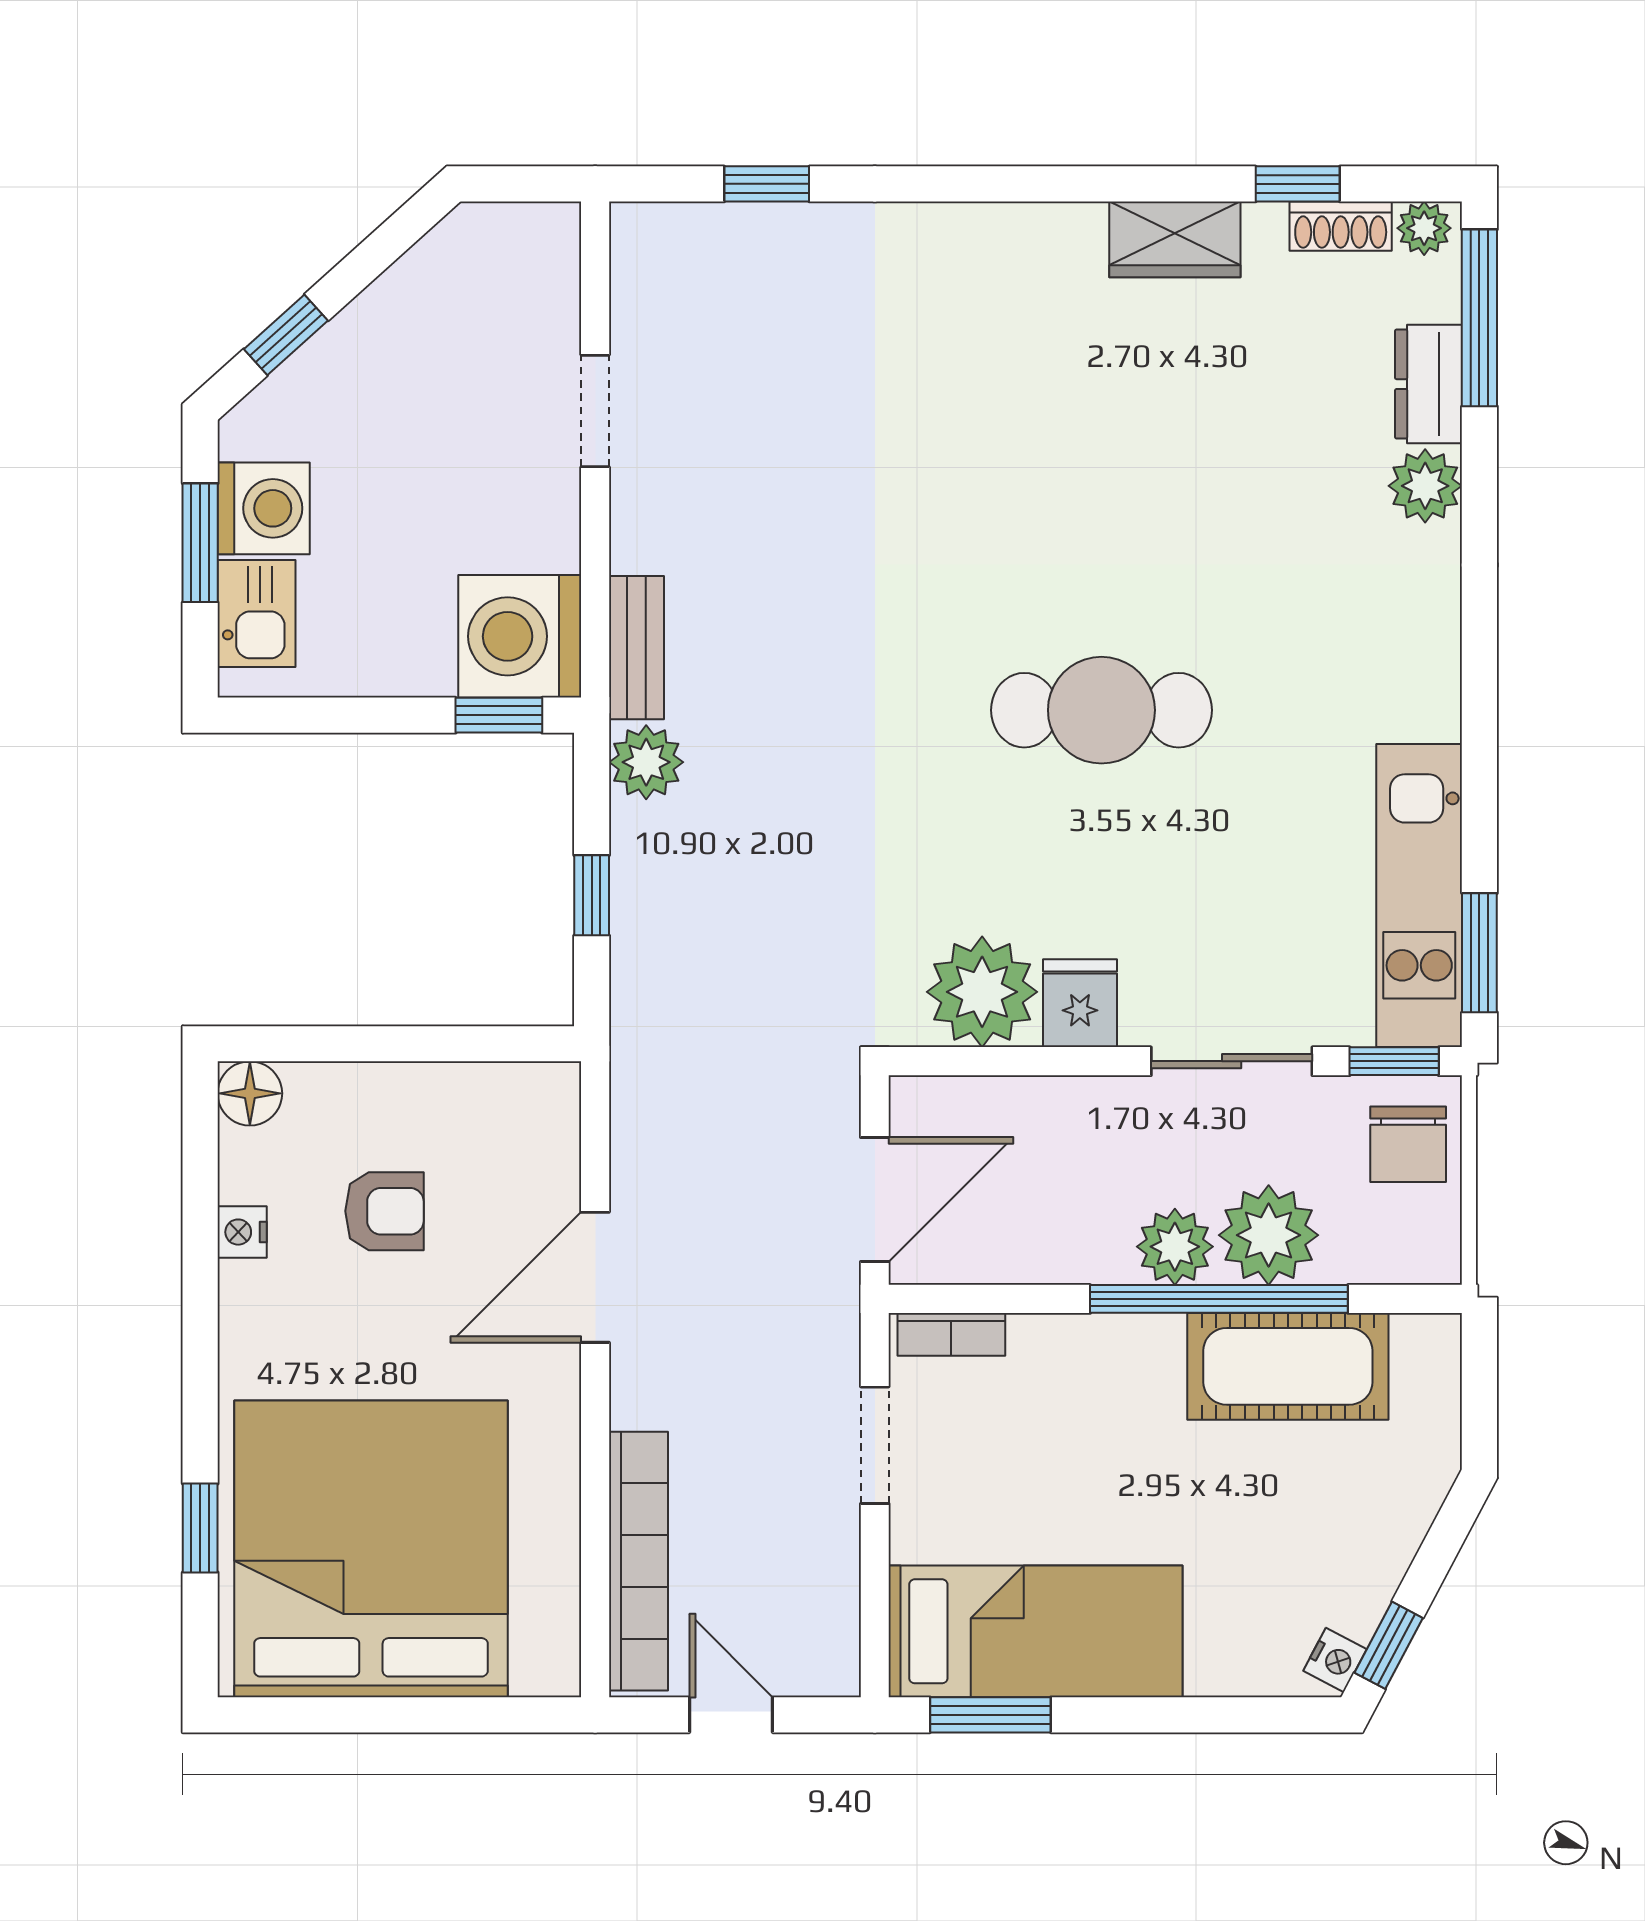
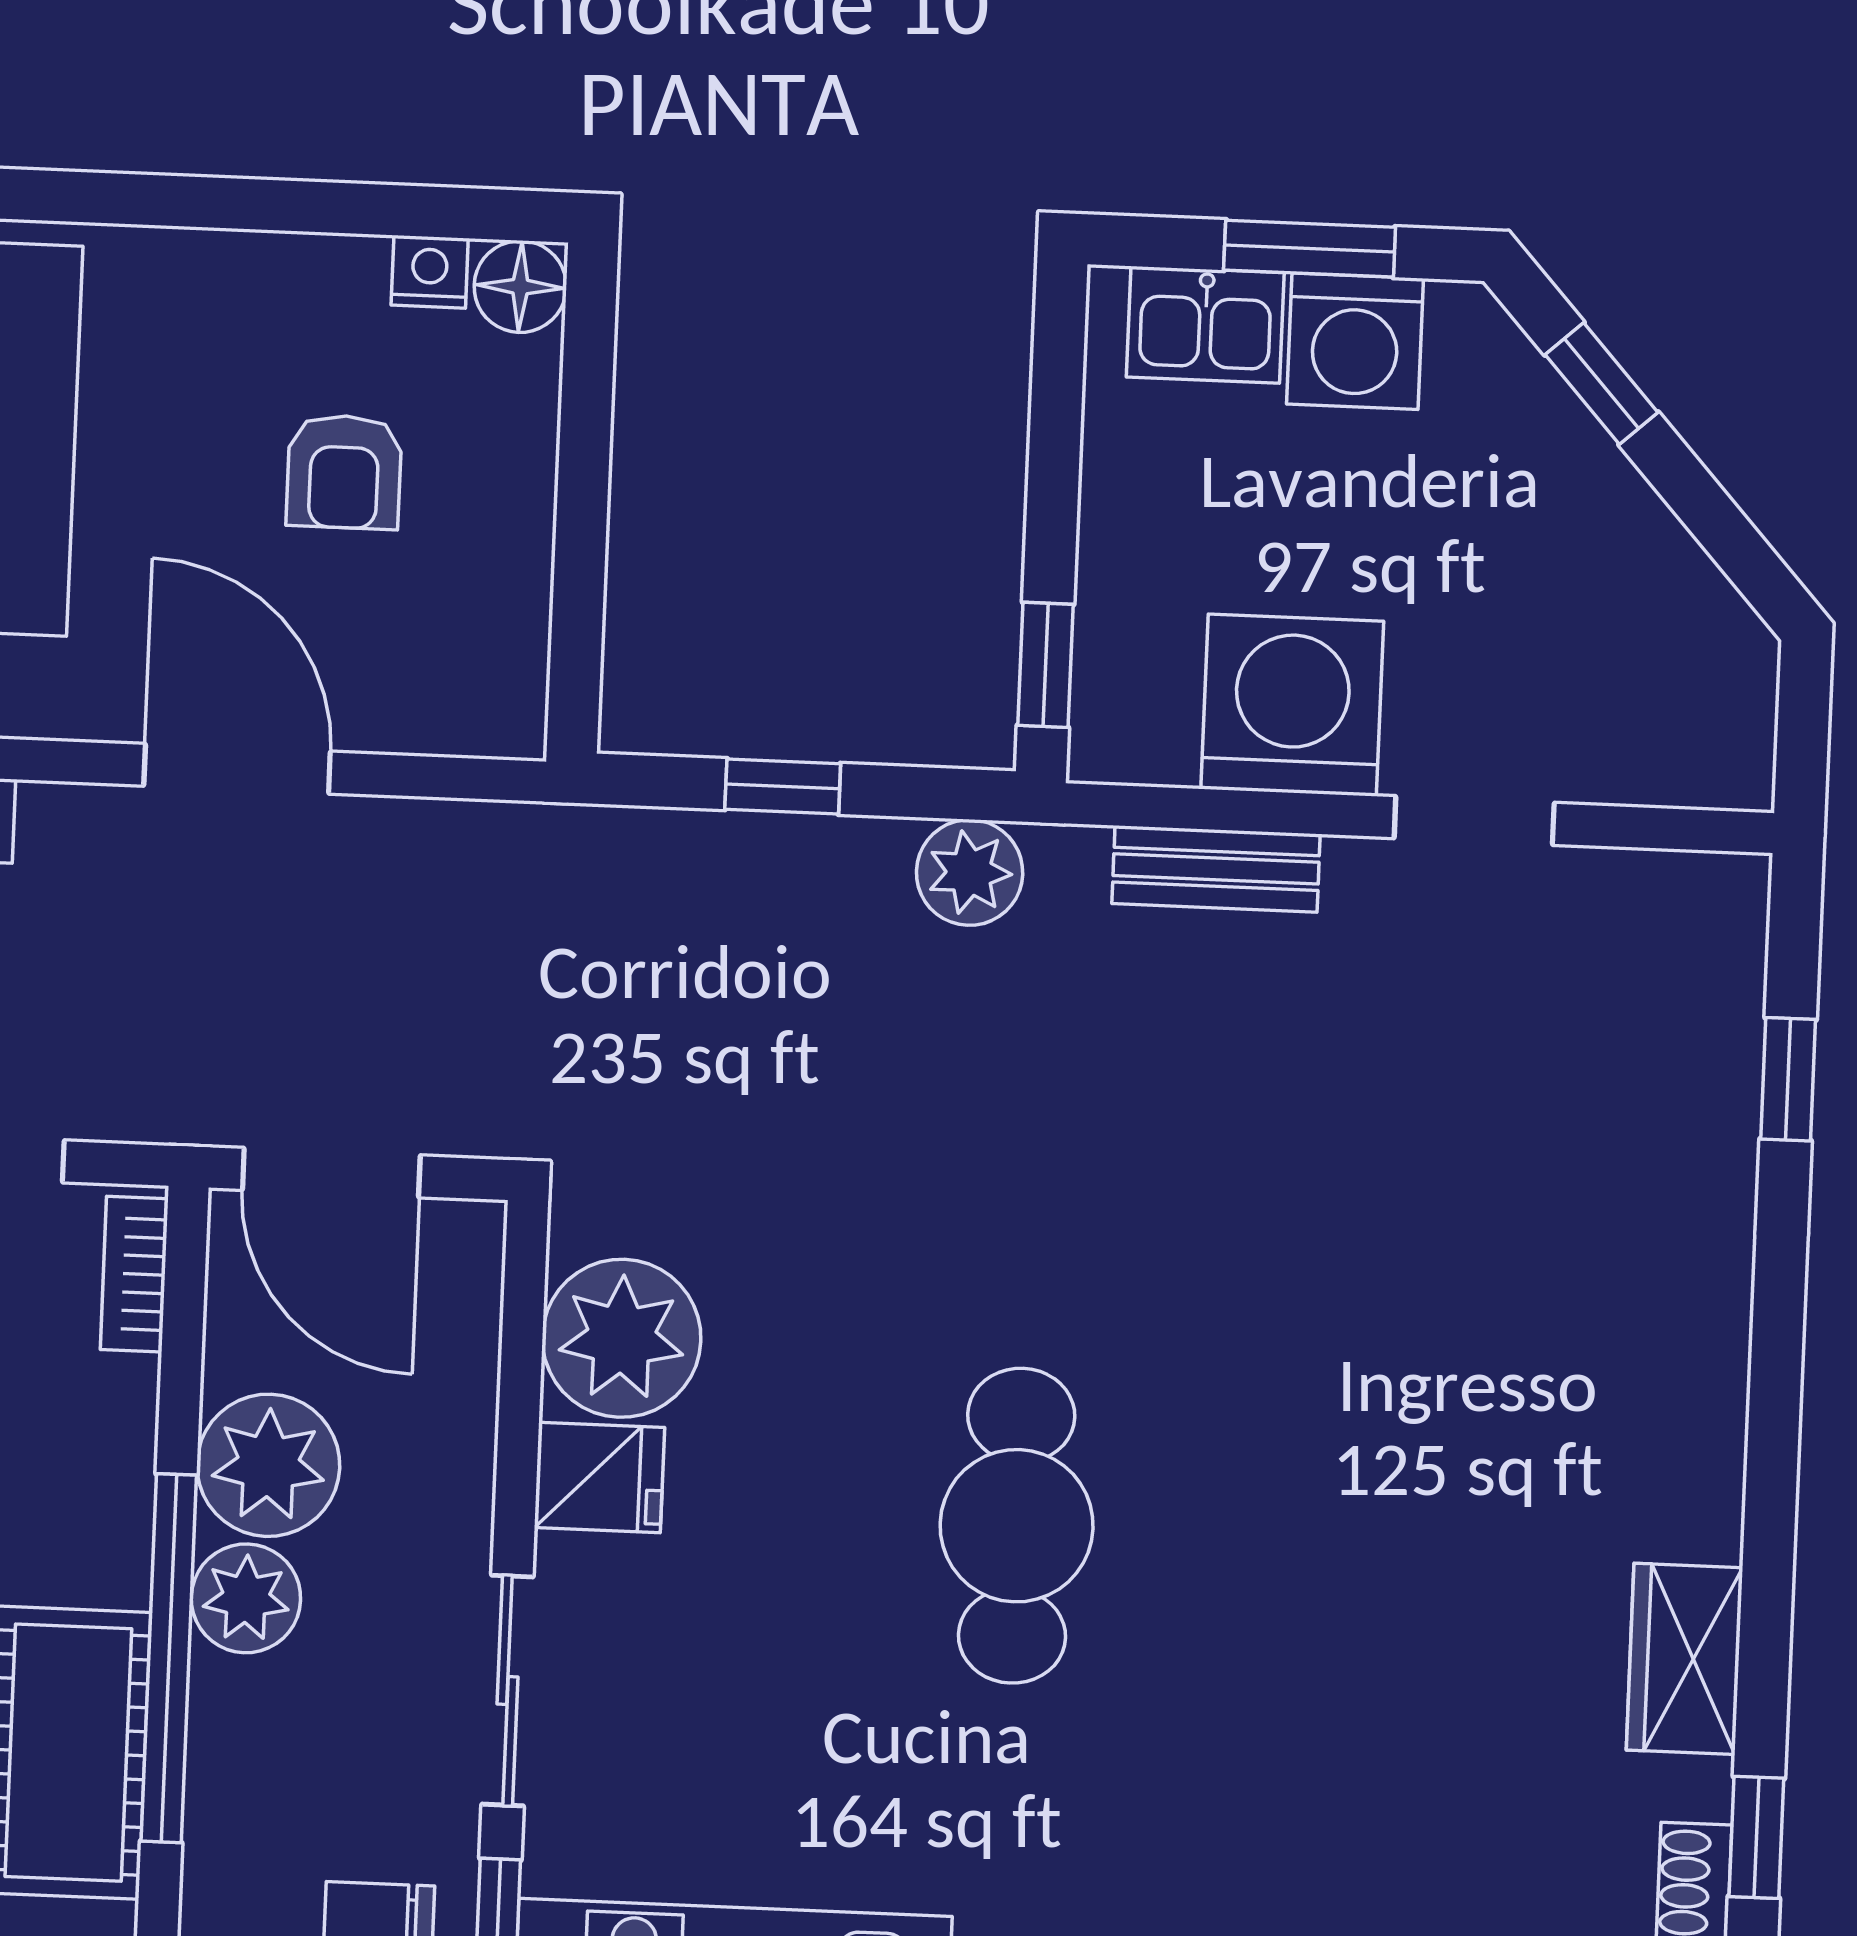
washing machine: (520, 636) -> (1292, 705), moved
bench: (637, 648) -> (1216, 869), moved
nightstand: (242, 1232) -> (430, 272), moved
plant: (1269, 1235) -> (268, 1465), moved

